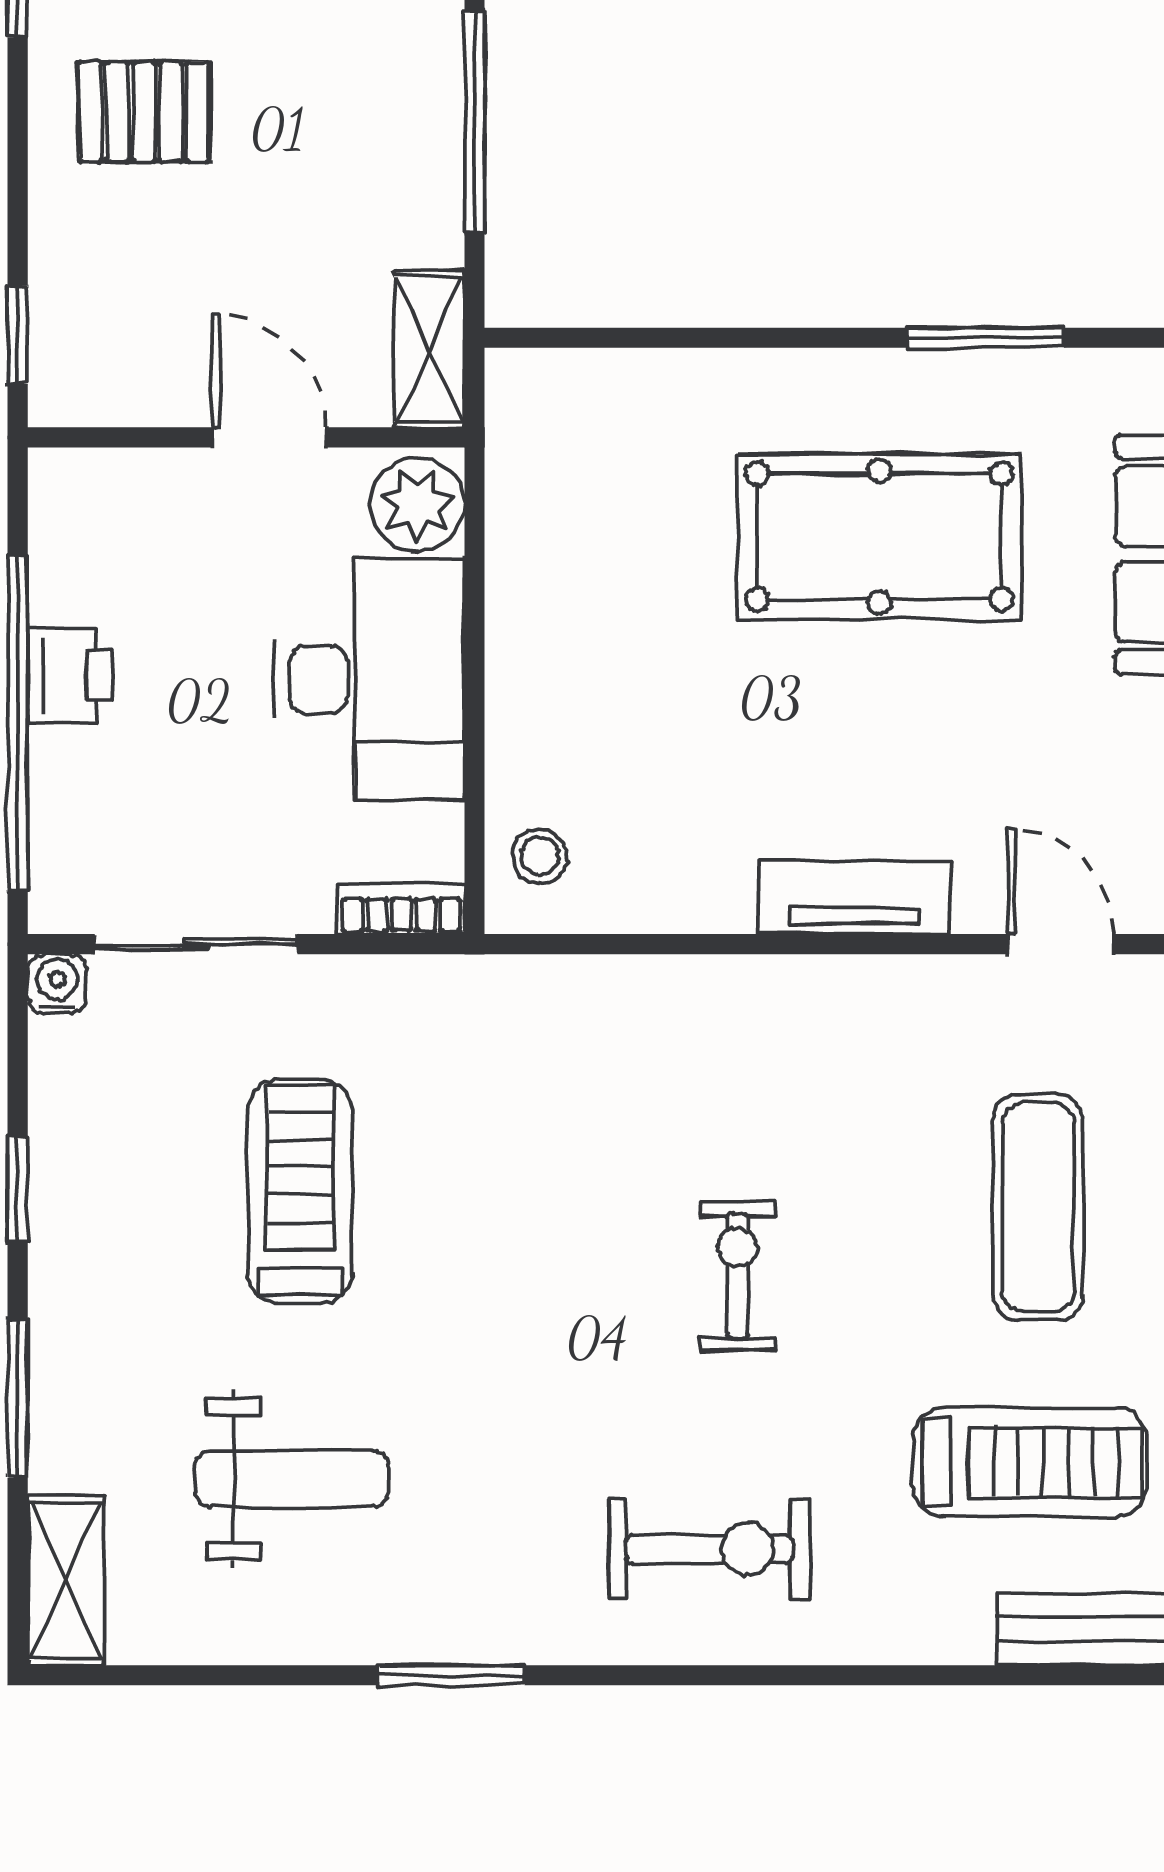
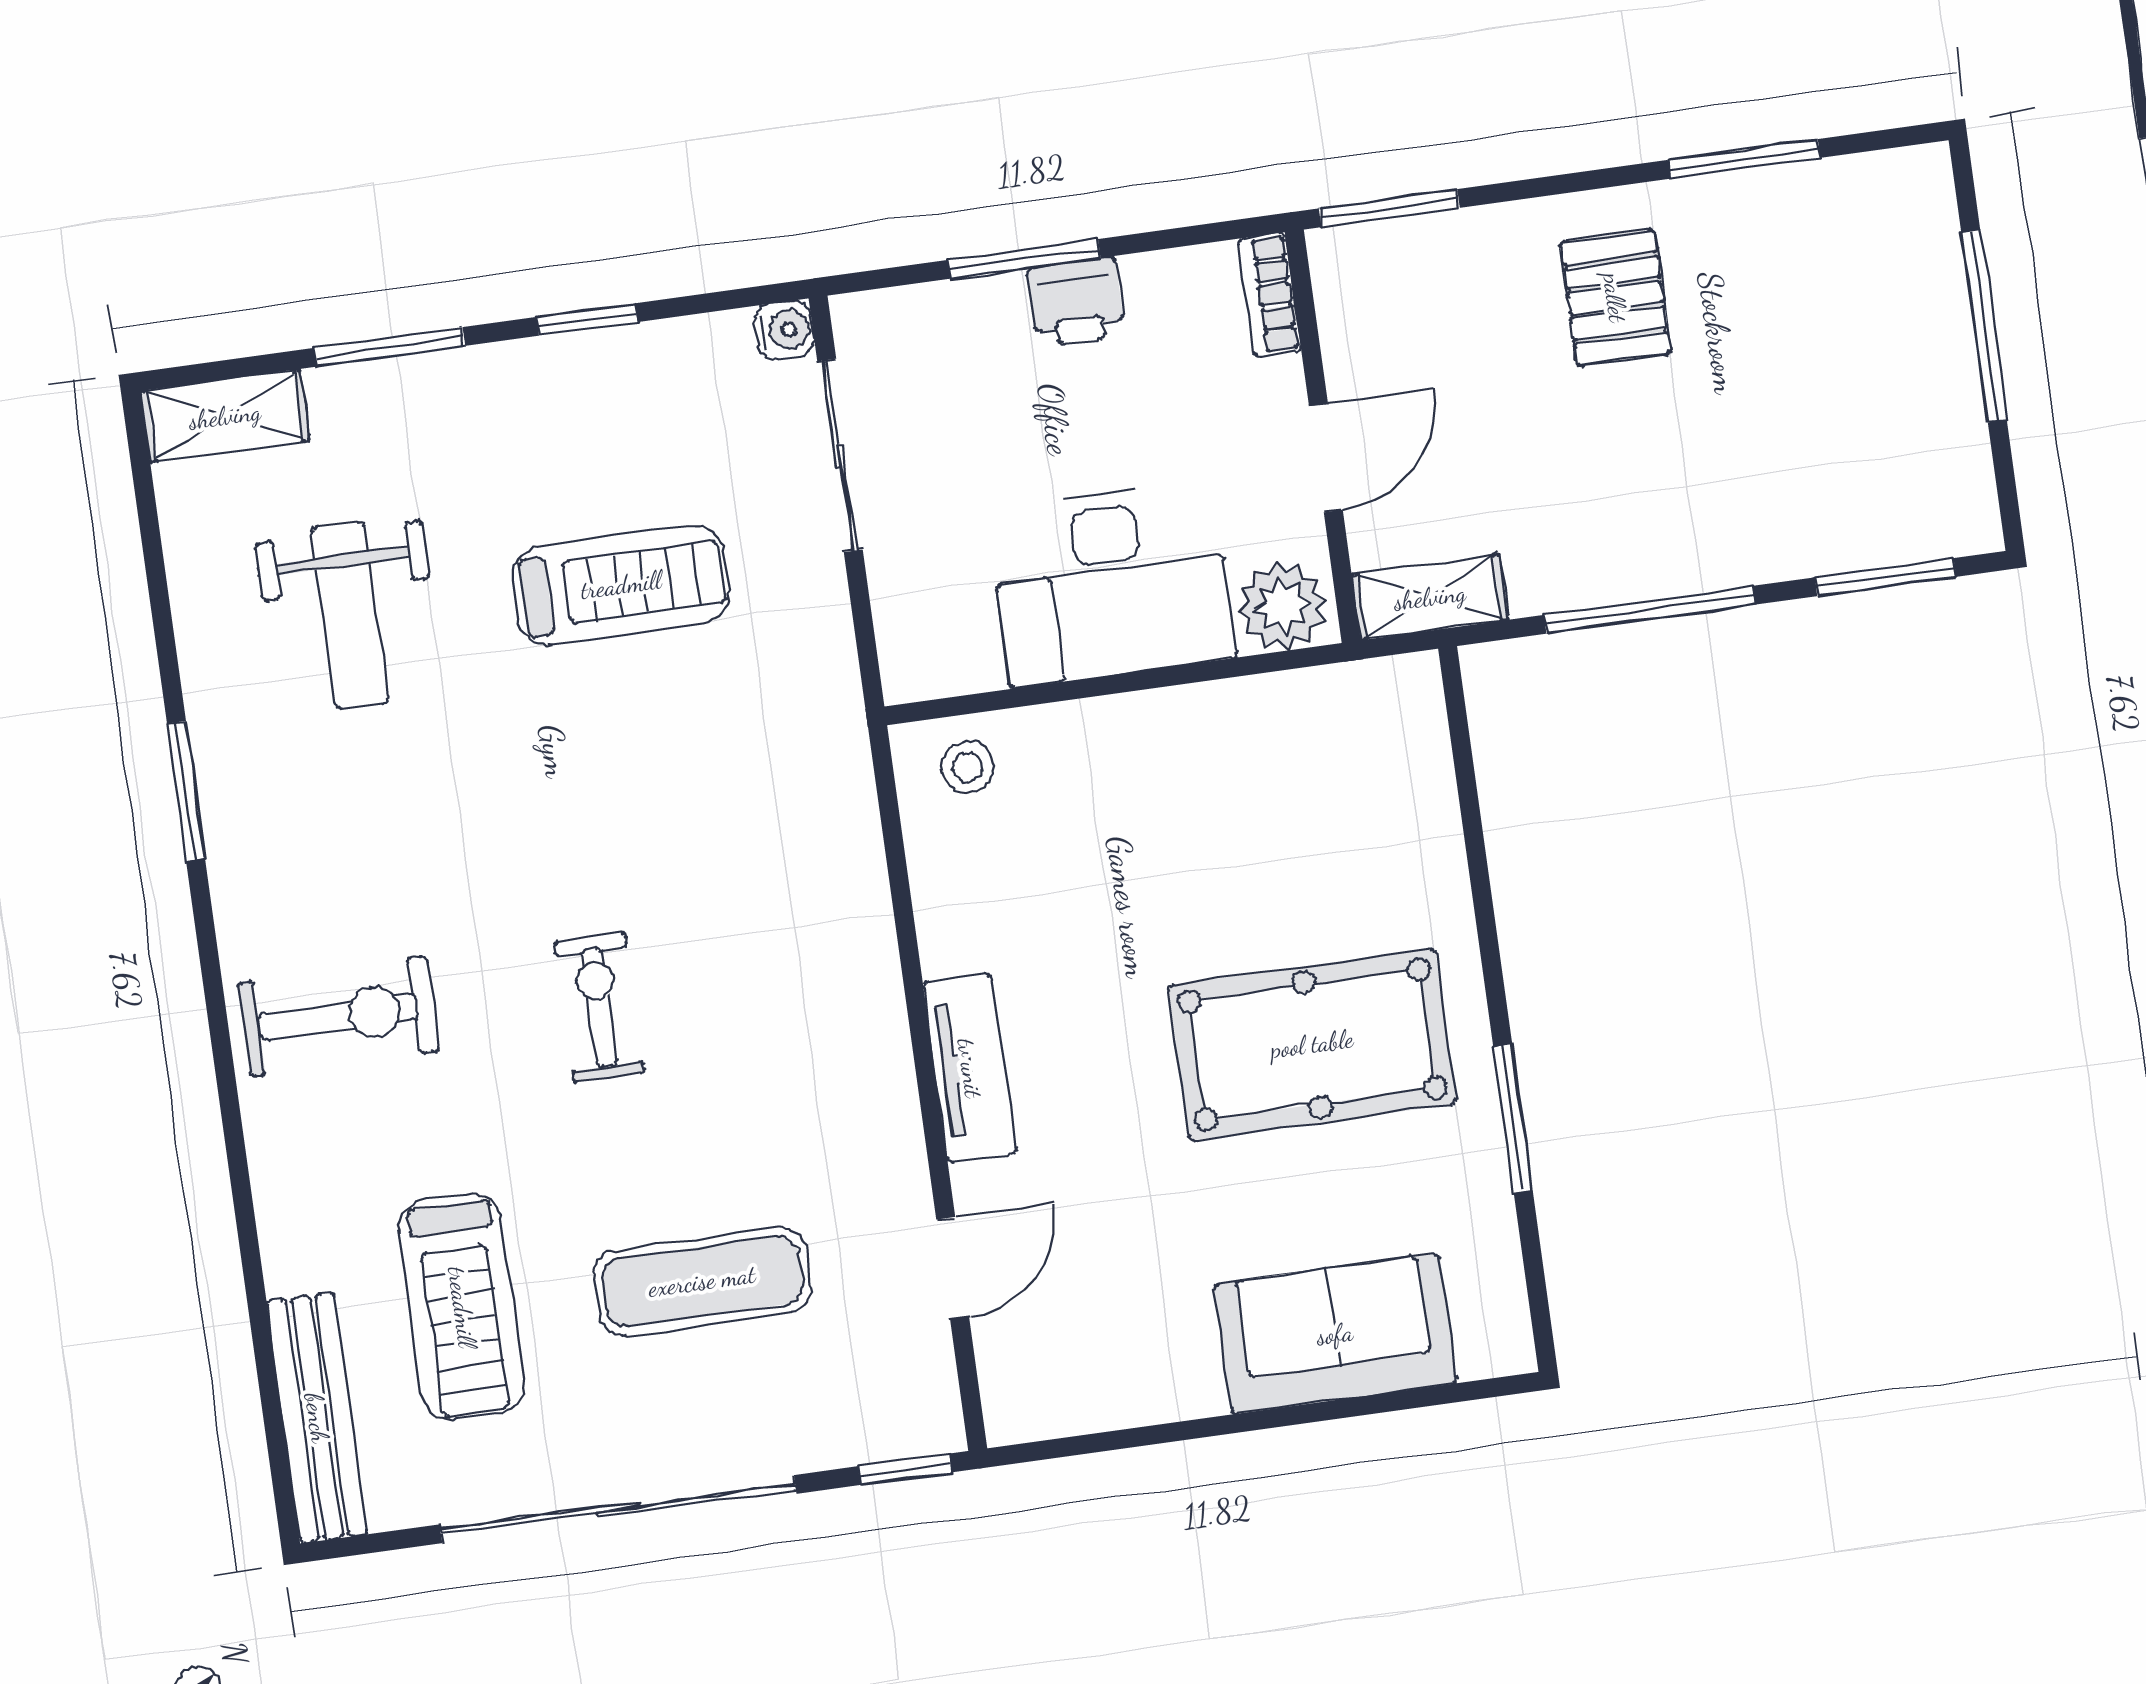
window: (18, 335) -> (1389, 208), width x1.50
pool table: (879, 536) -> (1312, 1044), turned 90
window: (18, 723) -> (1024, 259), width x0.47
bookcase: (401, 909) -> (1269, 295), moved, turned 180
exercise bike: (738, 1275) -> (599, 1008), turned -90
exercise bike: (710, 1549) -> (338, 1017), turned -90

